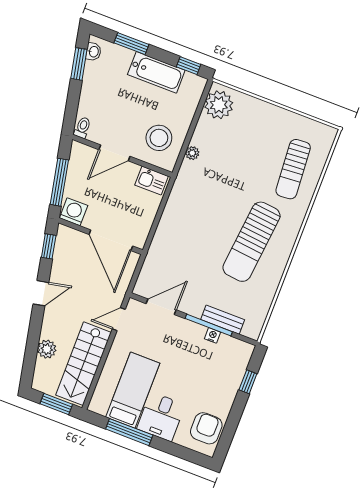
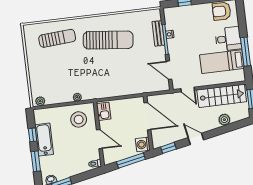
window: (189, 66) -> (33, 135), moved
plant: (219, 105) -> (40, 101), width x0.53, depth x0.53
door: (111, 240) -> (147, 116), hinge flipped

